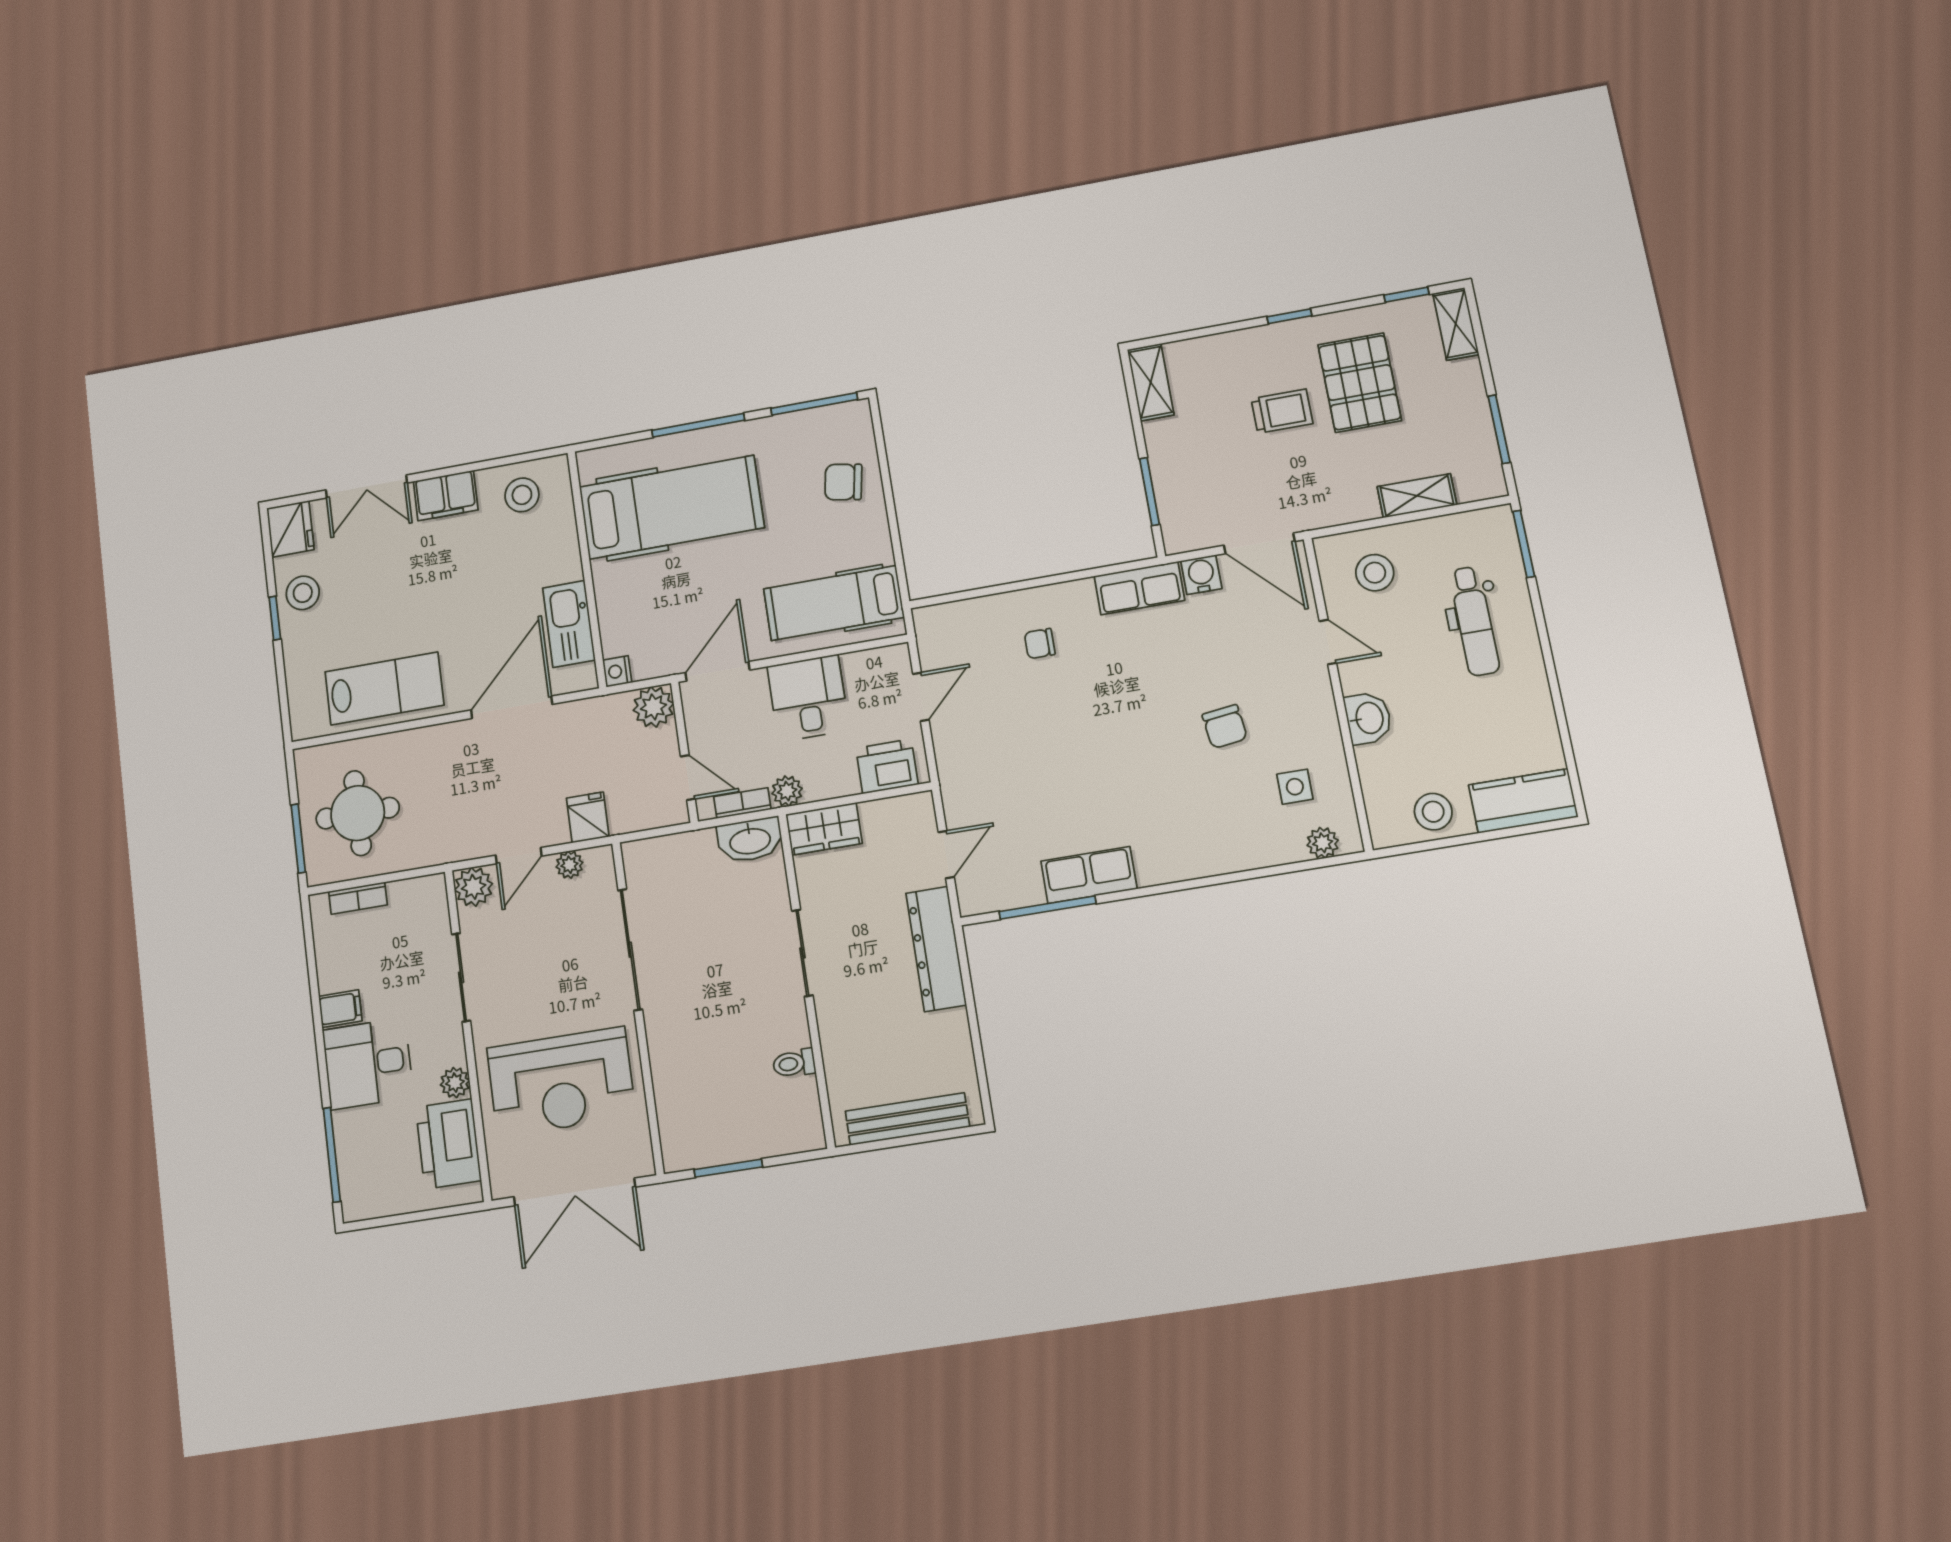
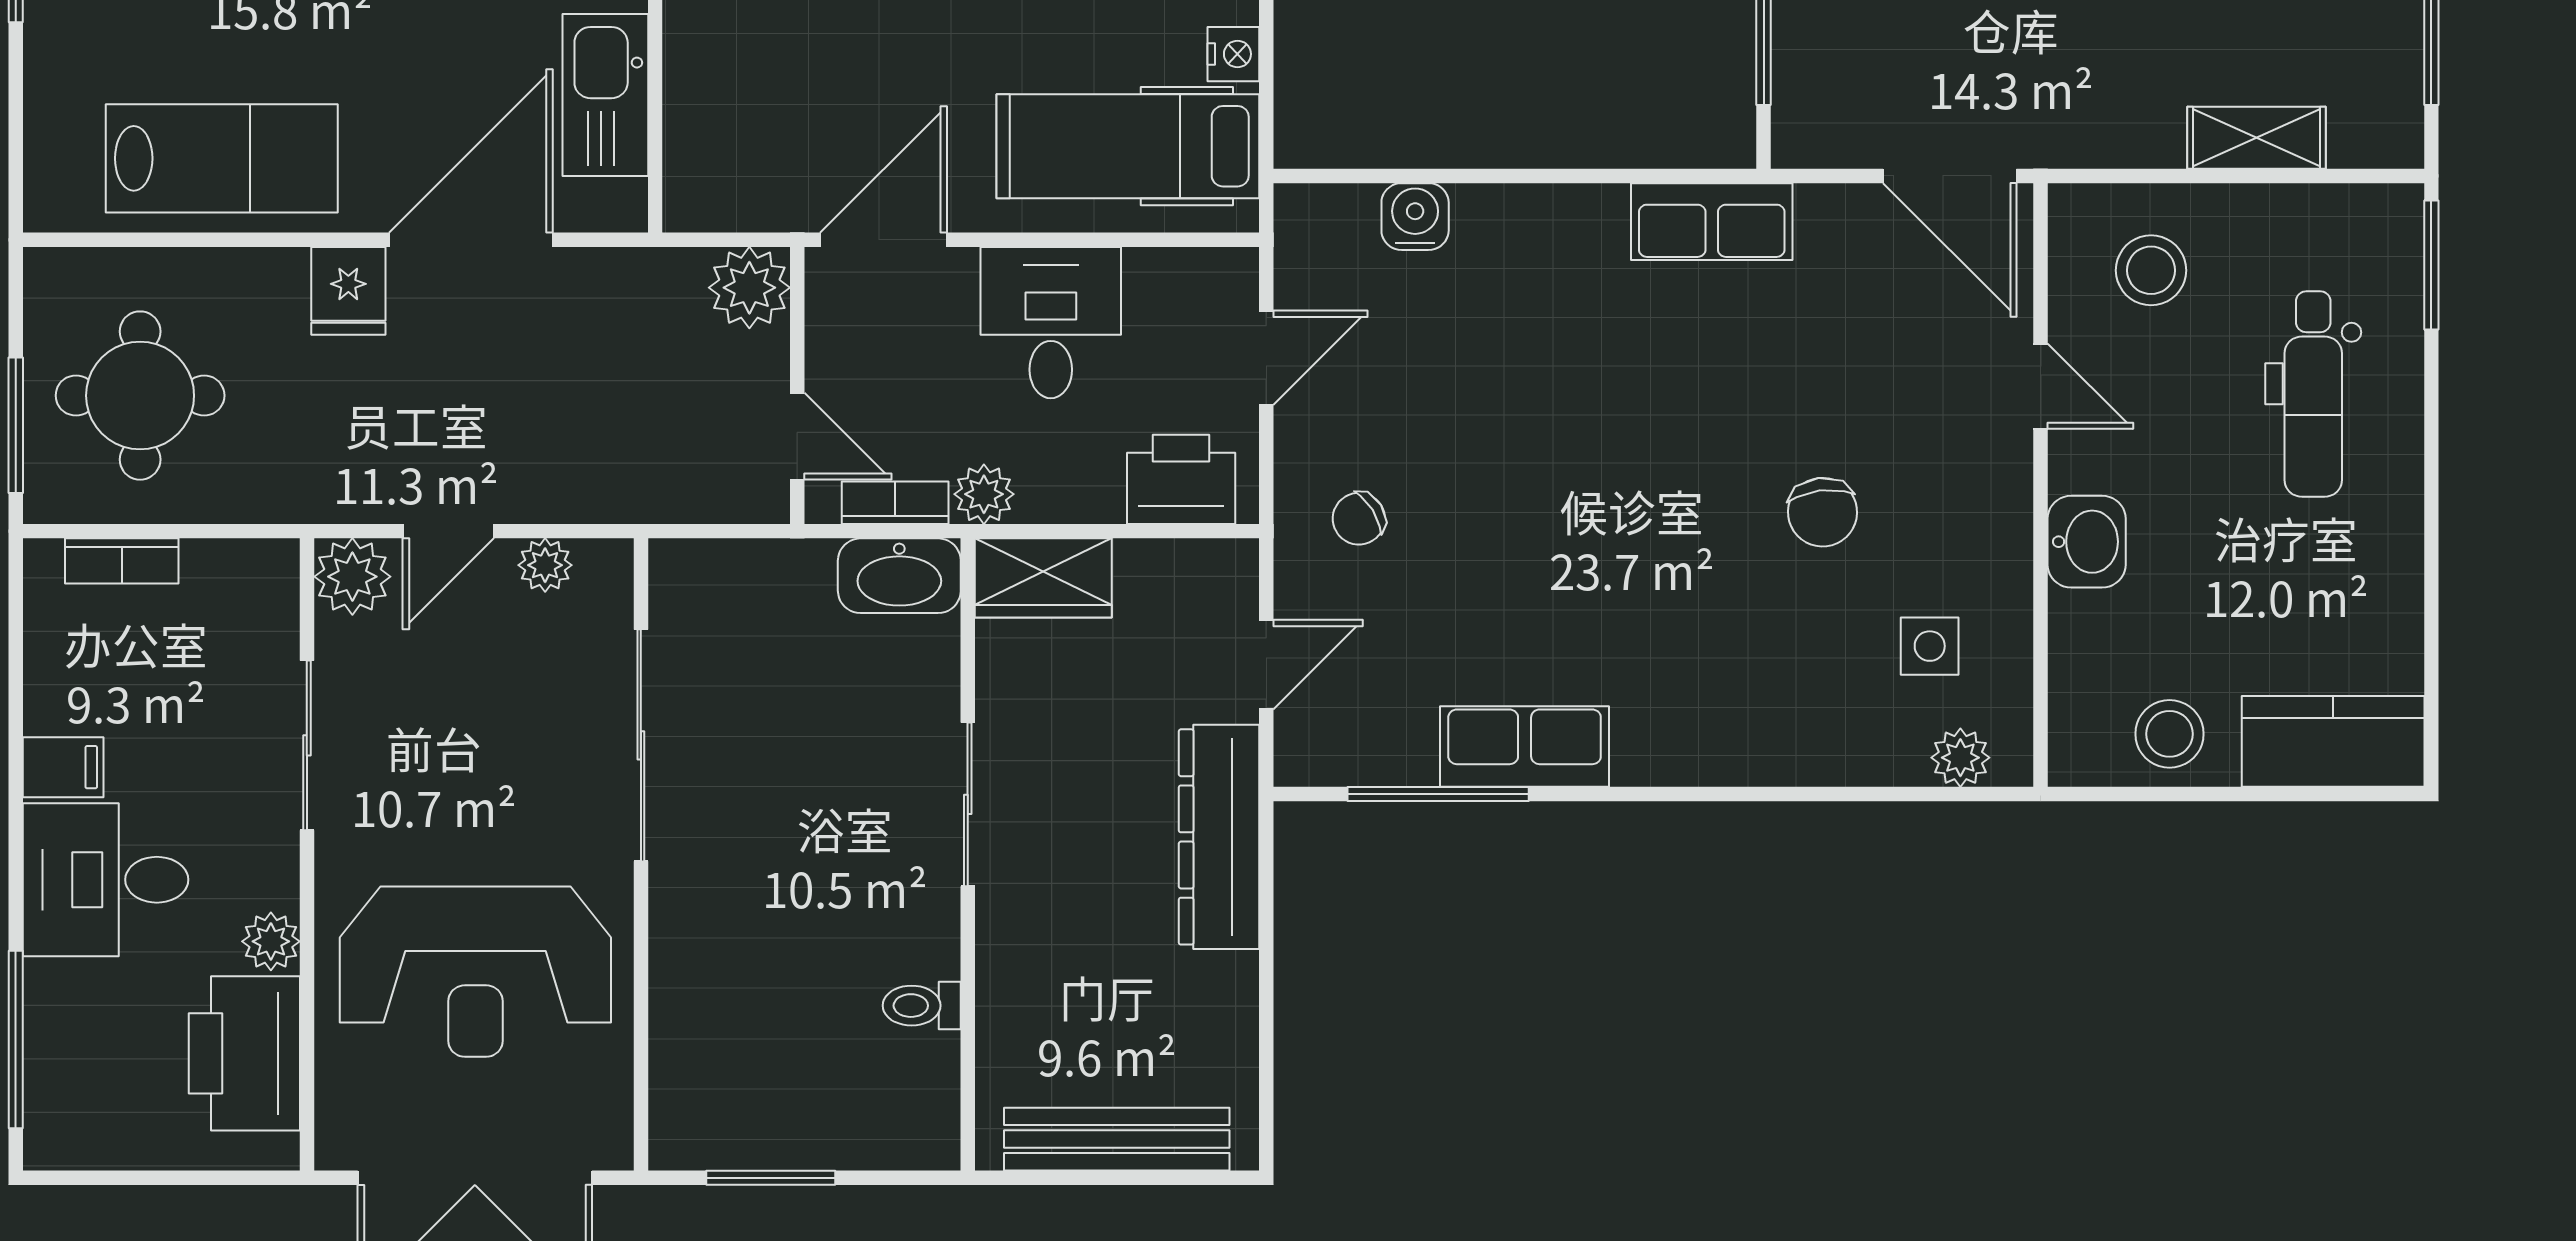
water cooler: (1201, 575) -> (1415, 217), moved
chair: (1040, 644) -> (1359, 519), moved, turned -32
nightstand: (617, 671) -> (1233, 54), moved, turned 180
fridge: (588, 817) -> (348, 291), moved, turned 180

